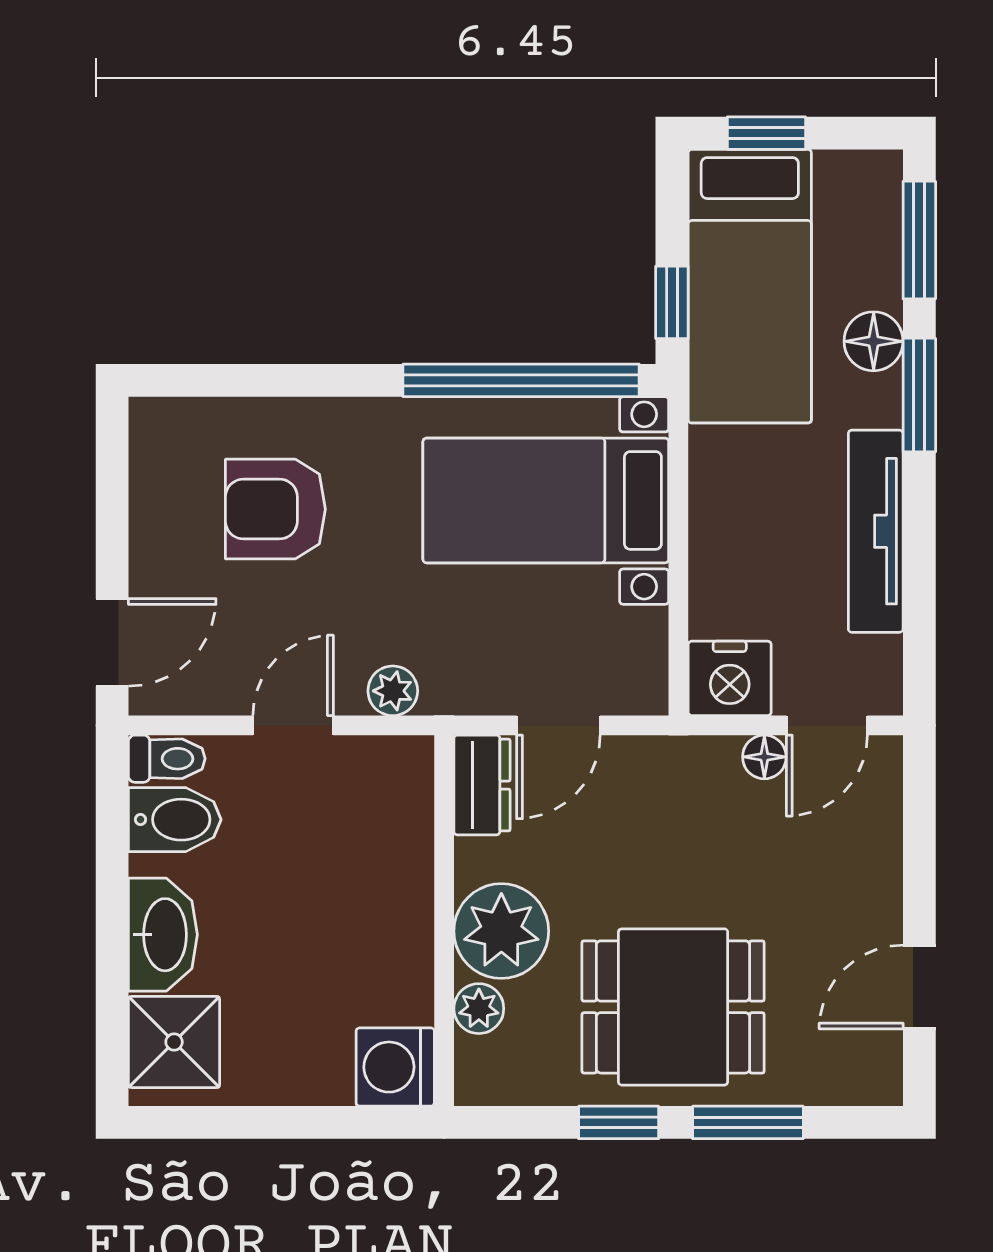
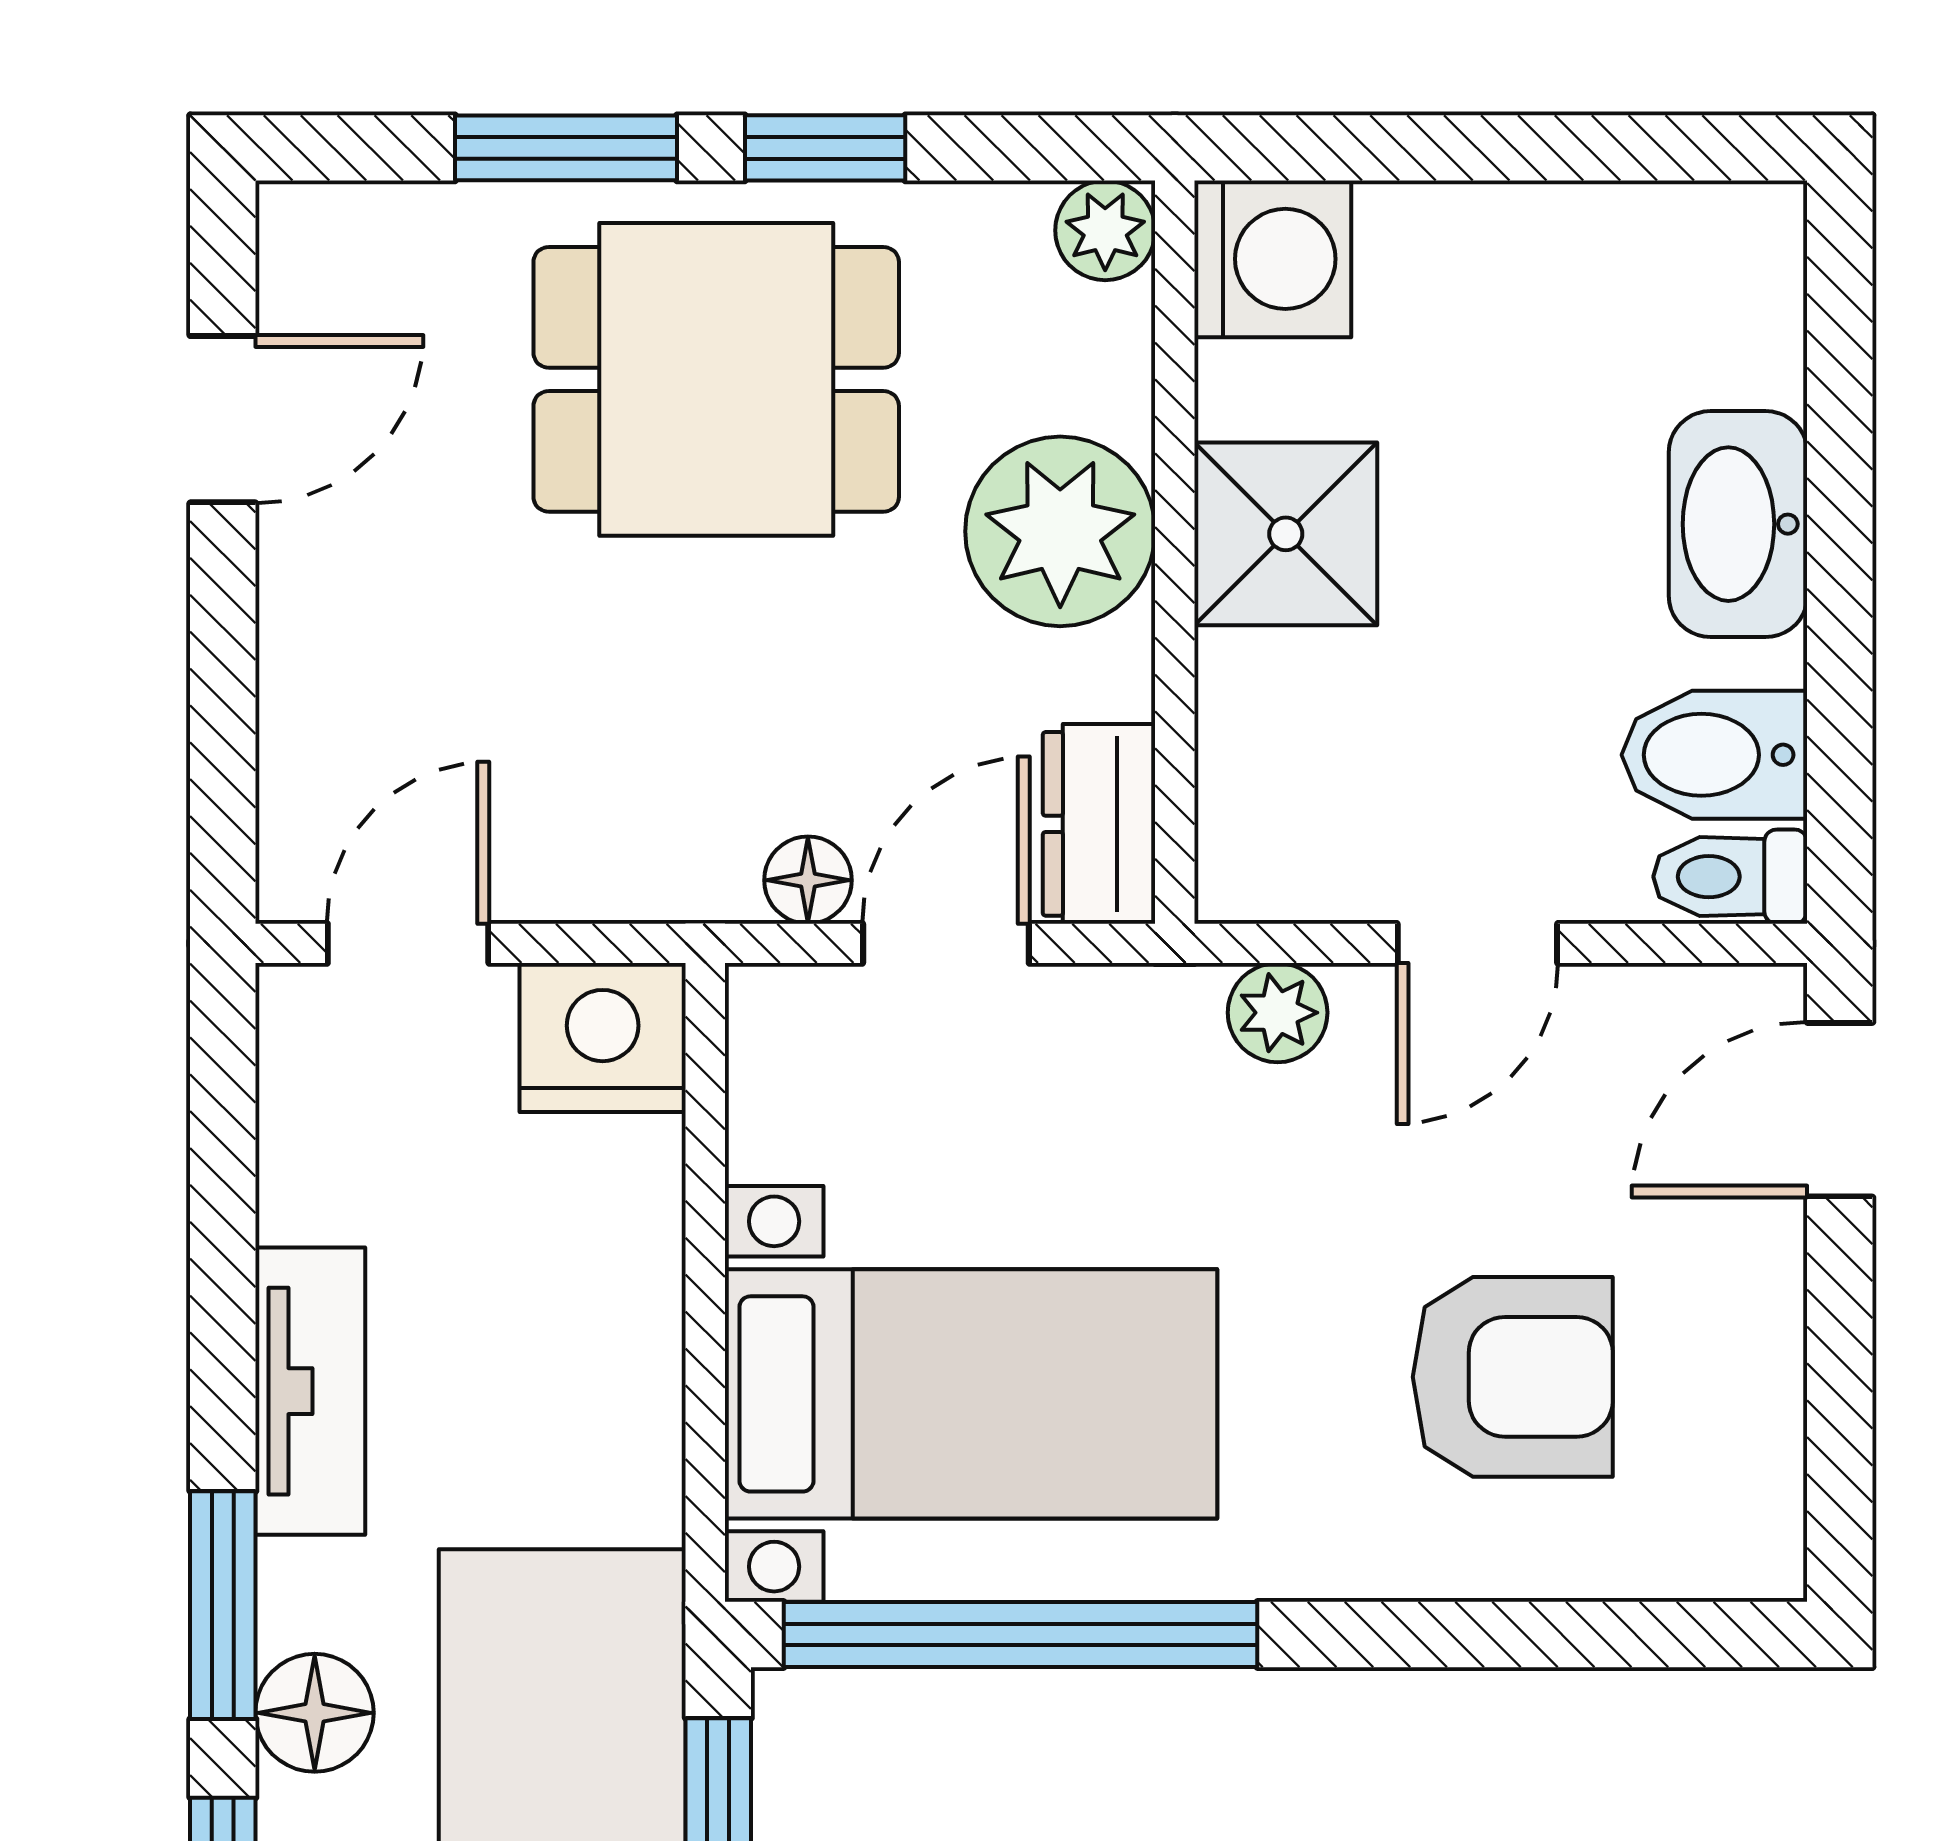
tv unit: (876, 531) -> (310, 1391), width x0.71
floor lamp: (764, 757) -> (808, 880), moved
plant: (479, 1009) -> (1105, 230), moved
shower: (174, 1042) -> (1286, 534), moved

